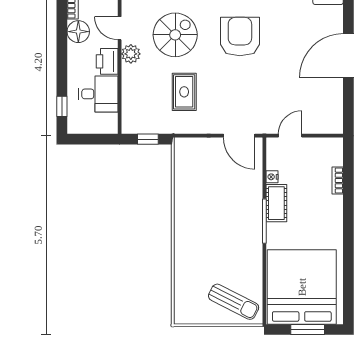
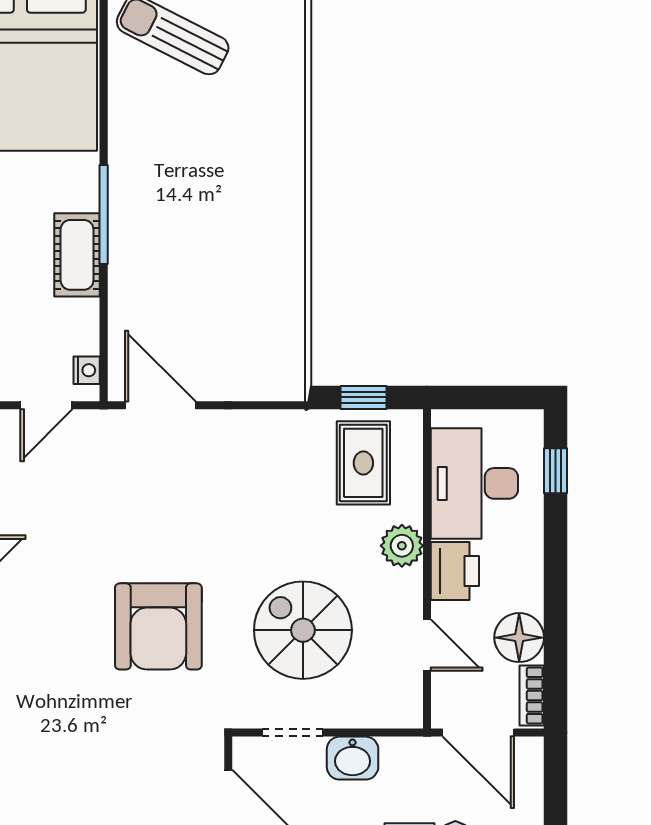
spiral stairs: (175, 35) -> (303, 630), turned 90
plant: (131, 54) -> (402, 546), moved
rug: (184, 92) -> (363, 463), moved
desk: (98, 94) -> (474, 483), width x1.37
nightstand: (272, 177) -> (87, 370), moved

